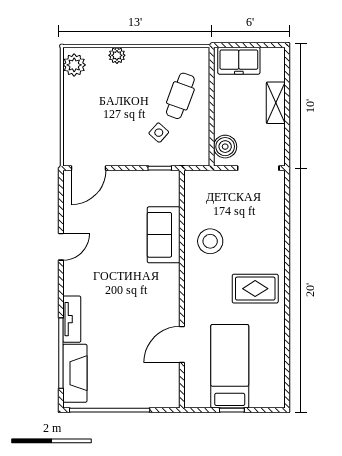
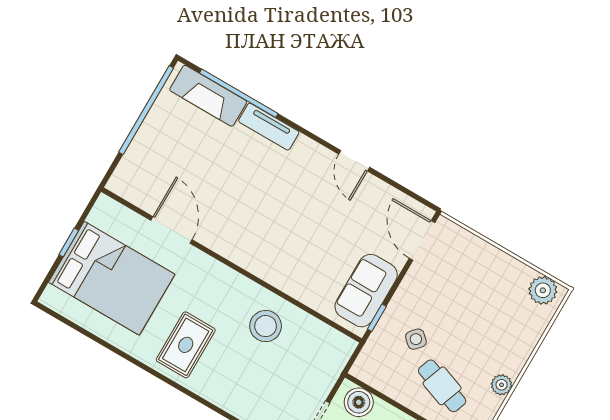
plant: (117, 55) -> (502, 385), moved
sofa: (164, 235) -> (366, 291), moved, turned -90
bed: (230, 366) -> (112, 278), width x1.50

